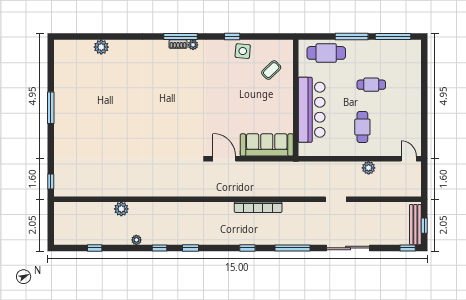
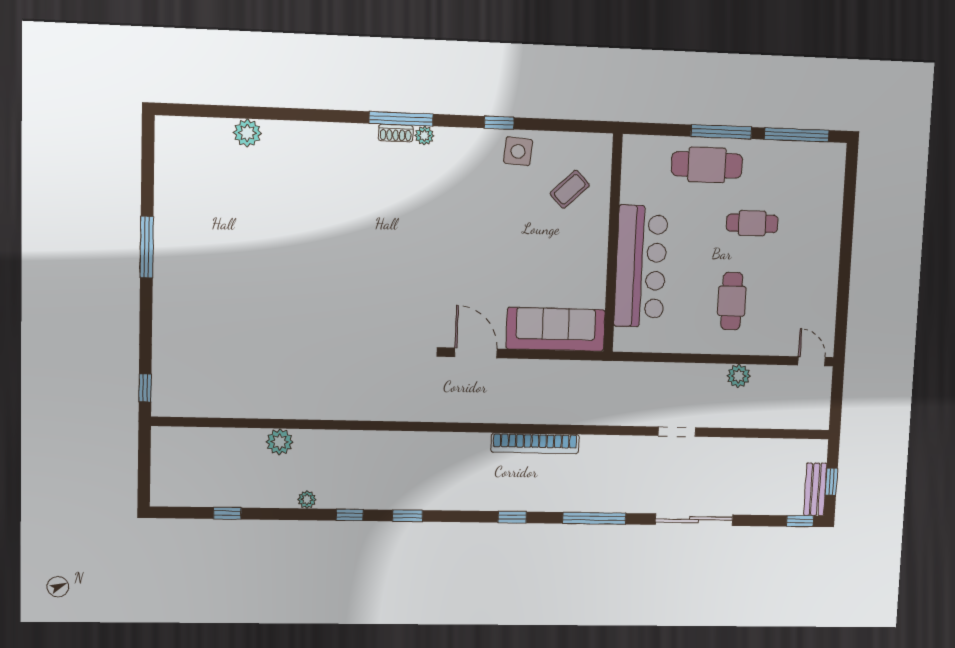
cafe table: (326, 53) -> (707, 165), moved
bench: (415, 225) -> (815, 489), width x0.73

